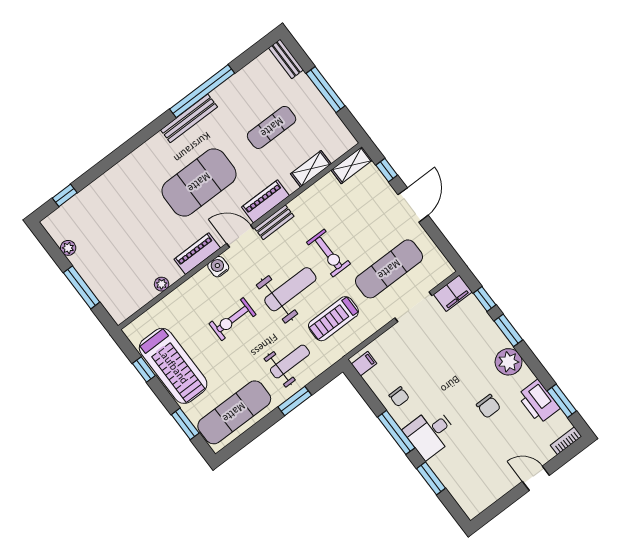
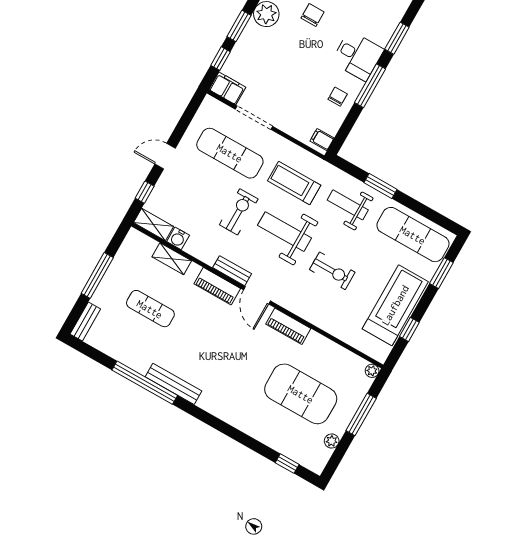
exercise mat: (199, 182) -> (301, 394), moved
door: (413, 205) -> (165, 156), width x0.73
water cooler: (218, 267) -> (178, 238), moved
plant: (162, 284) -> (372, 371), moved
treadmill: (333, 319) -> (294, 183), turned 180

